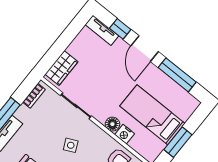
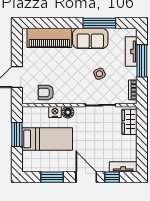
window: (177, 75) -> (52, 177), width x0.69
side table: (71, 145) -> (99, 74), moved

